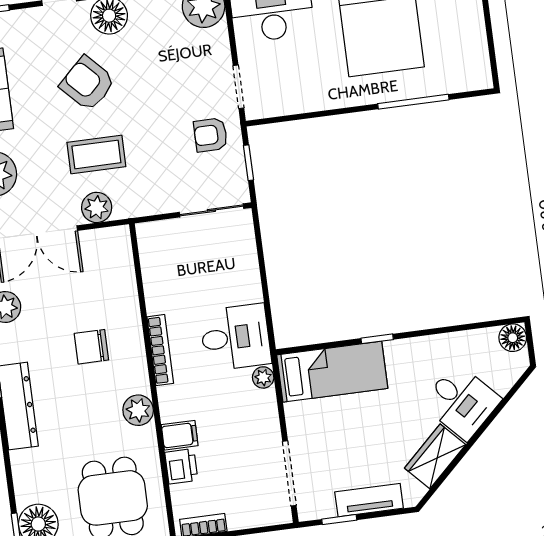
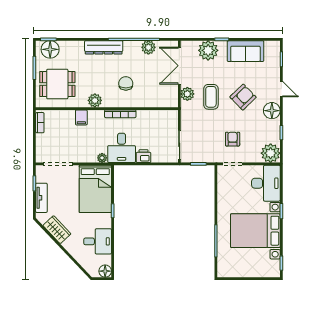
armchair: (211, 135) -> (233, 139), moved
bed: (332, 372) -> (95, 189), width x1.50
desk: (461, 402) -> (98, 241), moved, turned -137
printer: (181, 466) -> (144, 156), moved, turned 180

